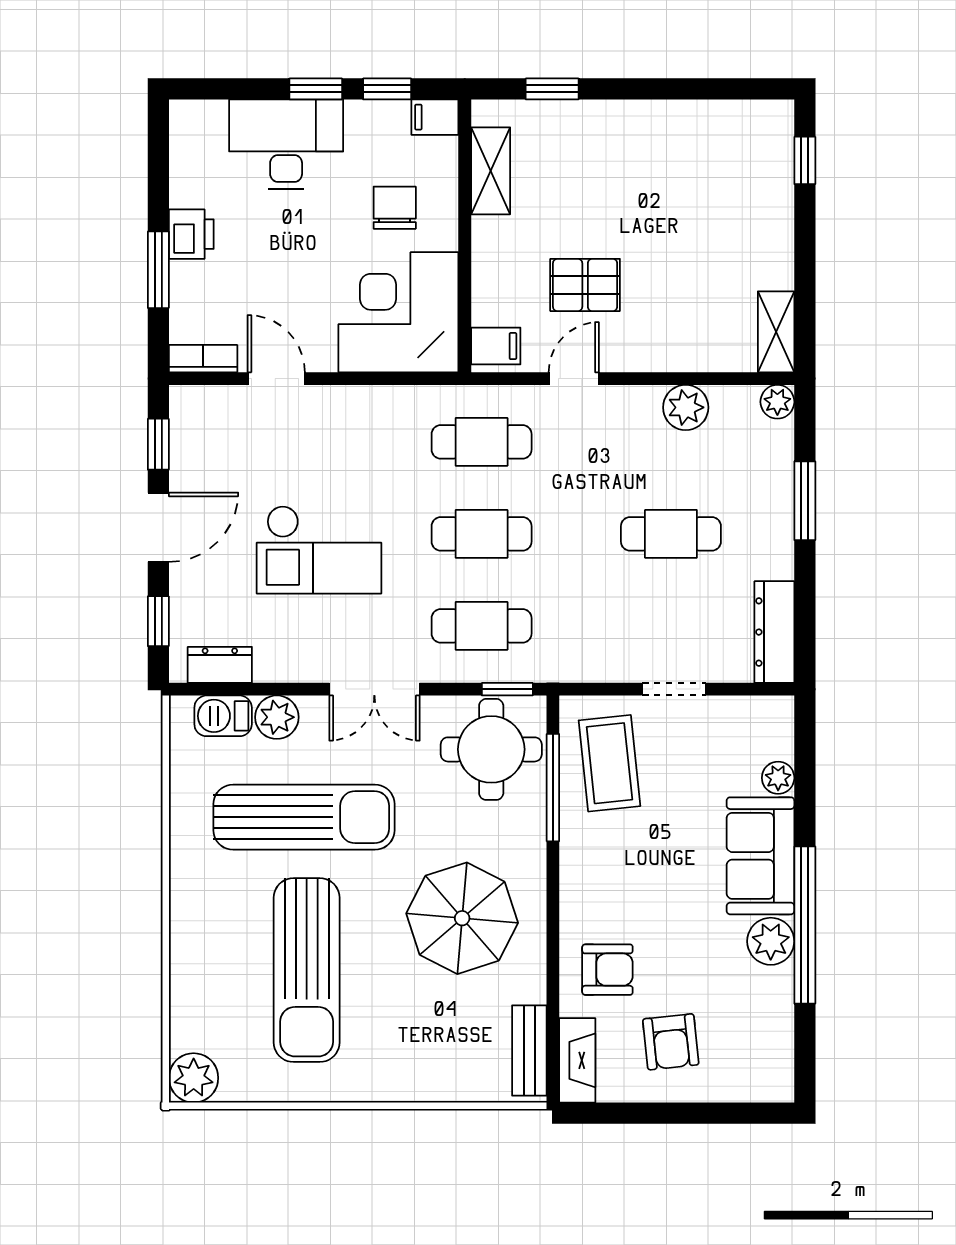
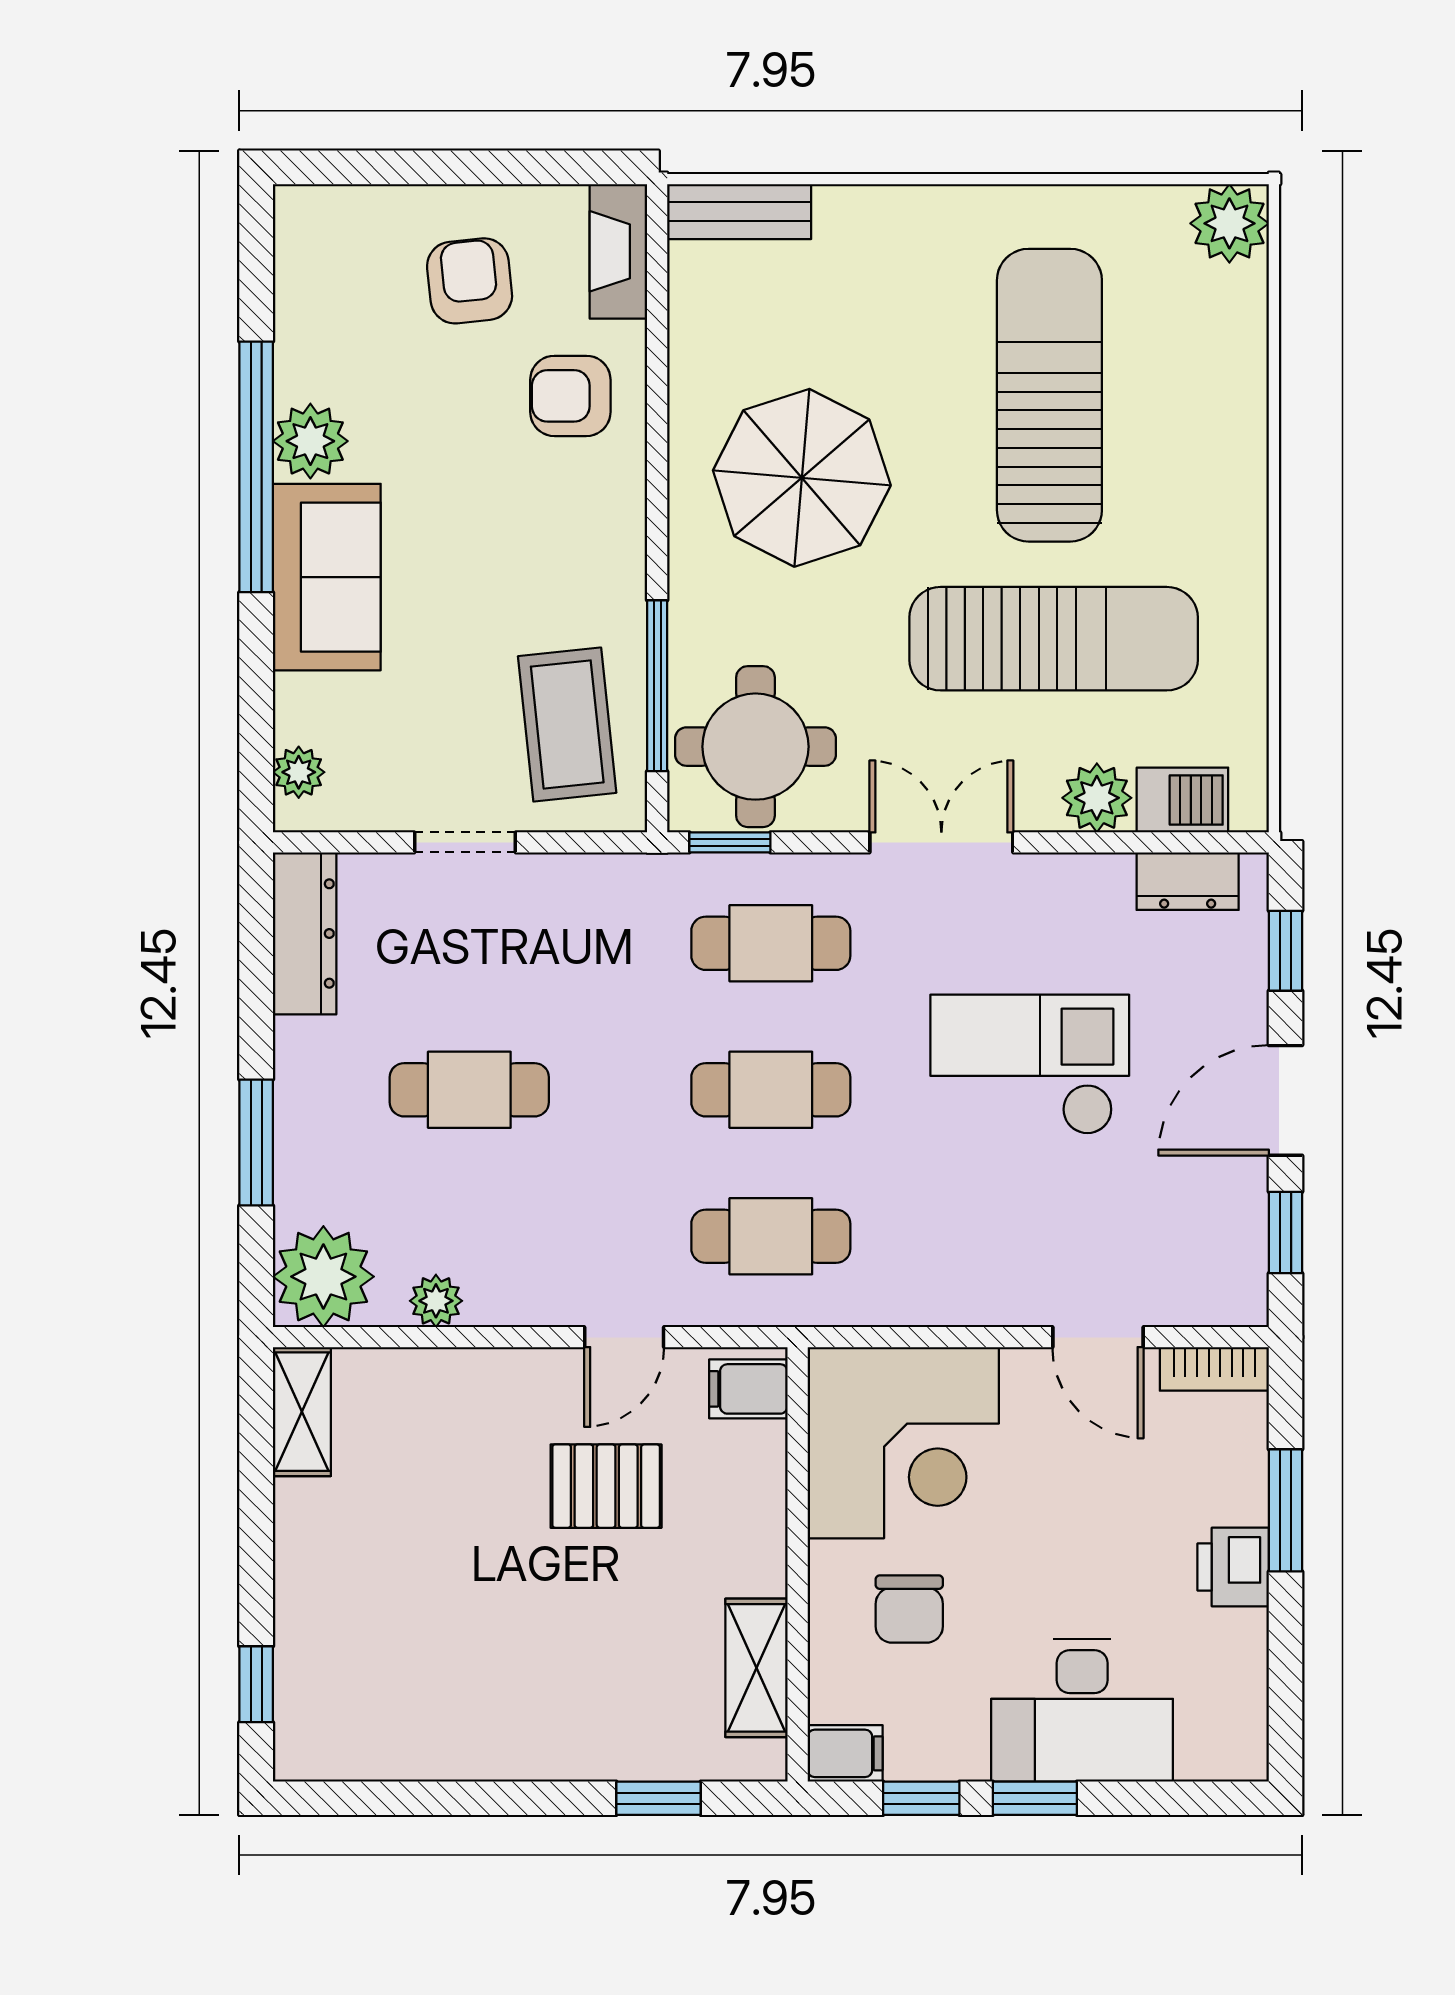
plant: (777, 402) -> (323, 1277), width x1.88, depth x1.88
plant: (686, 407) -> (436, 1301), width x0.73, depth x0.73
plant: (778, 778) -> (299, 772), moved
sun lounger: (304, 817) -> (1054, 639), turned 180
bench: (529, 1051) -> (739, 212), moved, turned 90

